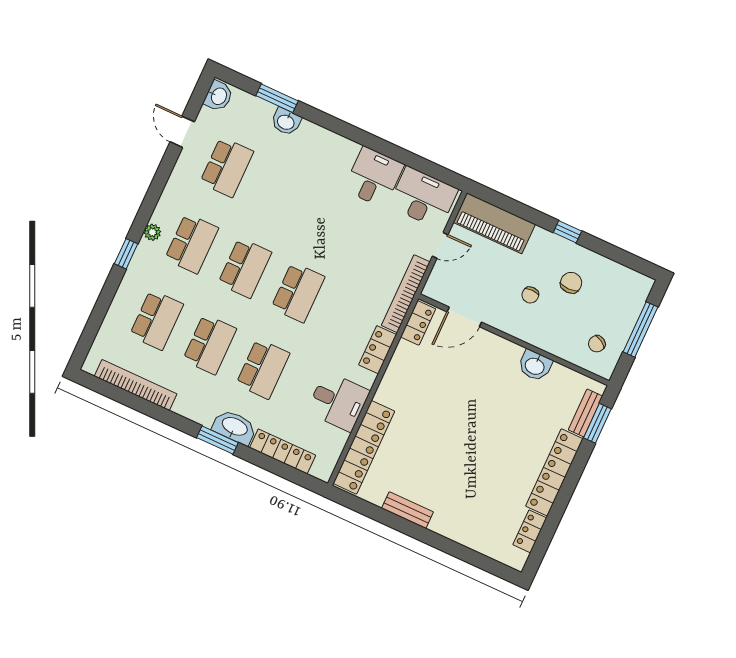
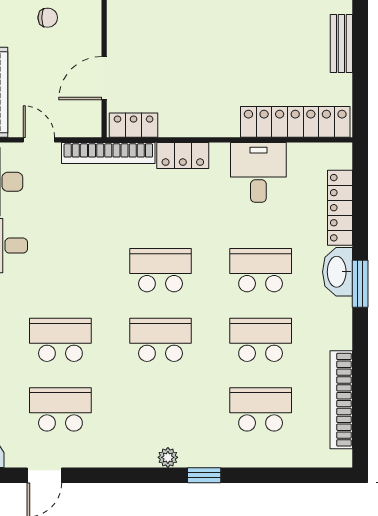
school desk: (192, 244) -> (60, 340), moved
door: (464, 317) -> (104, 78), swing flipped

